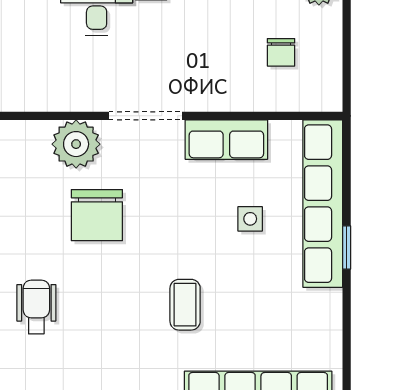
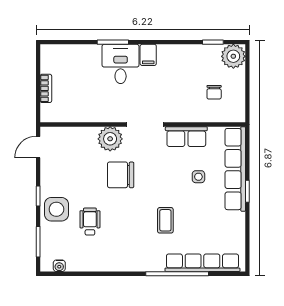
chair: (97, 215) -> (121, 175), turned 90

